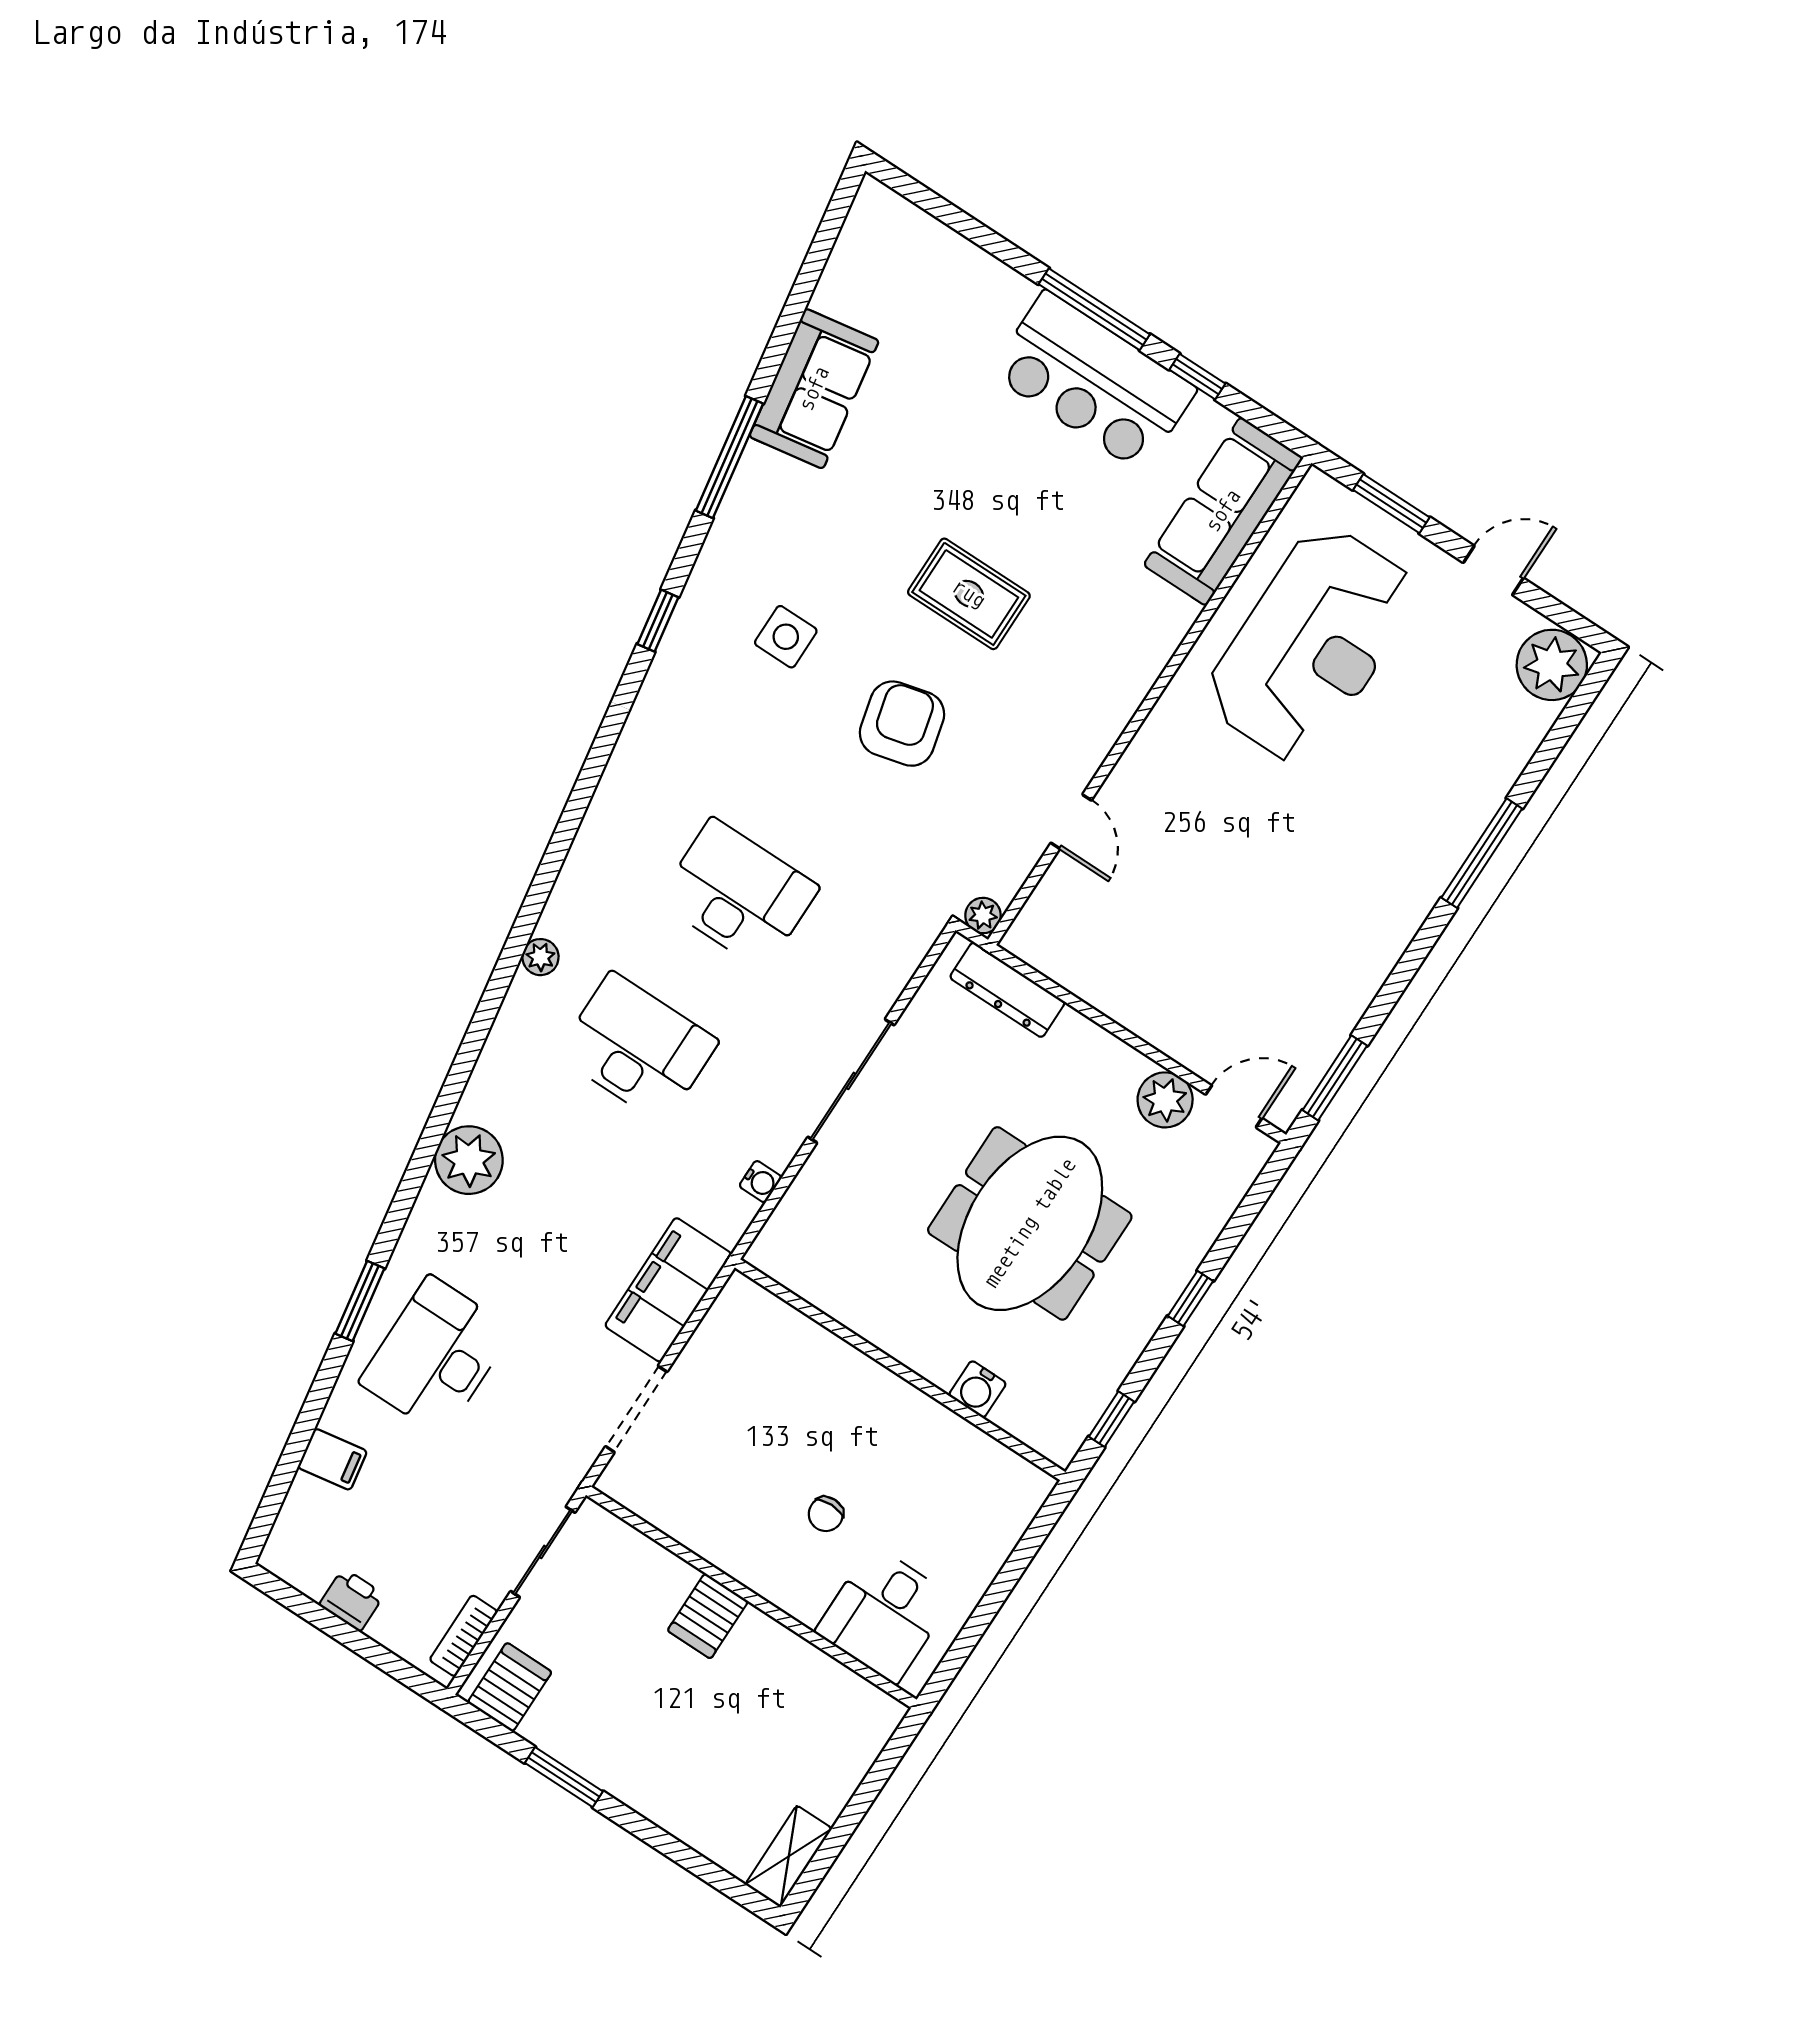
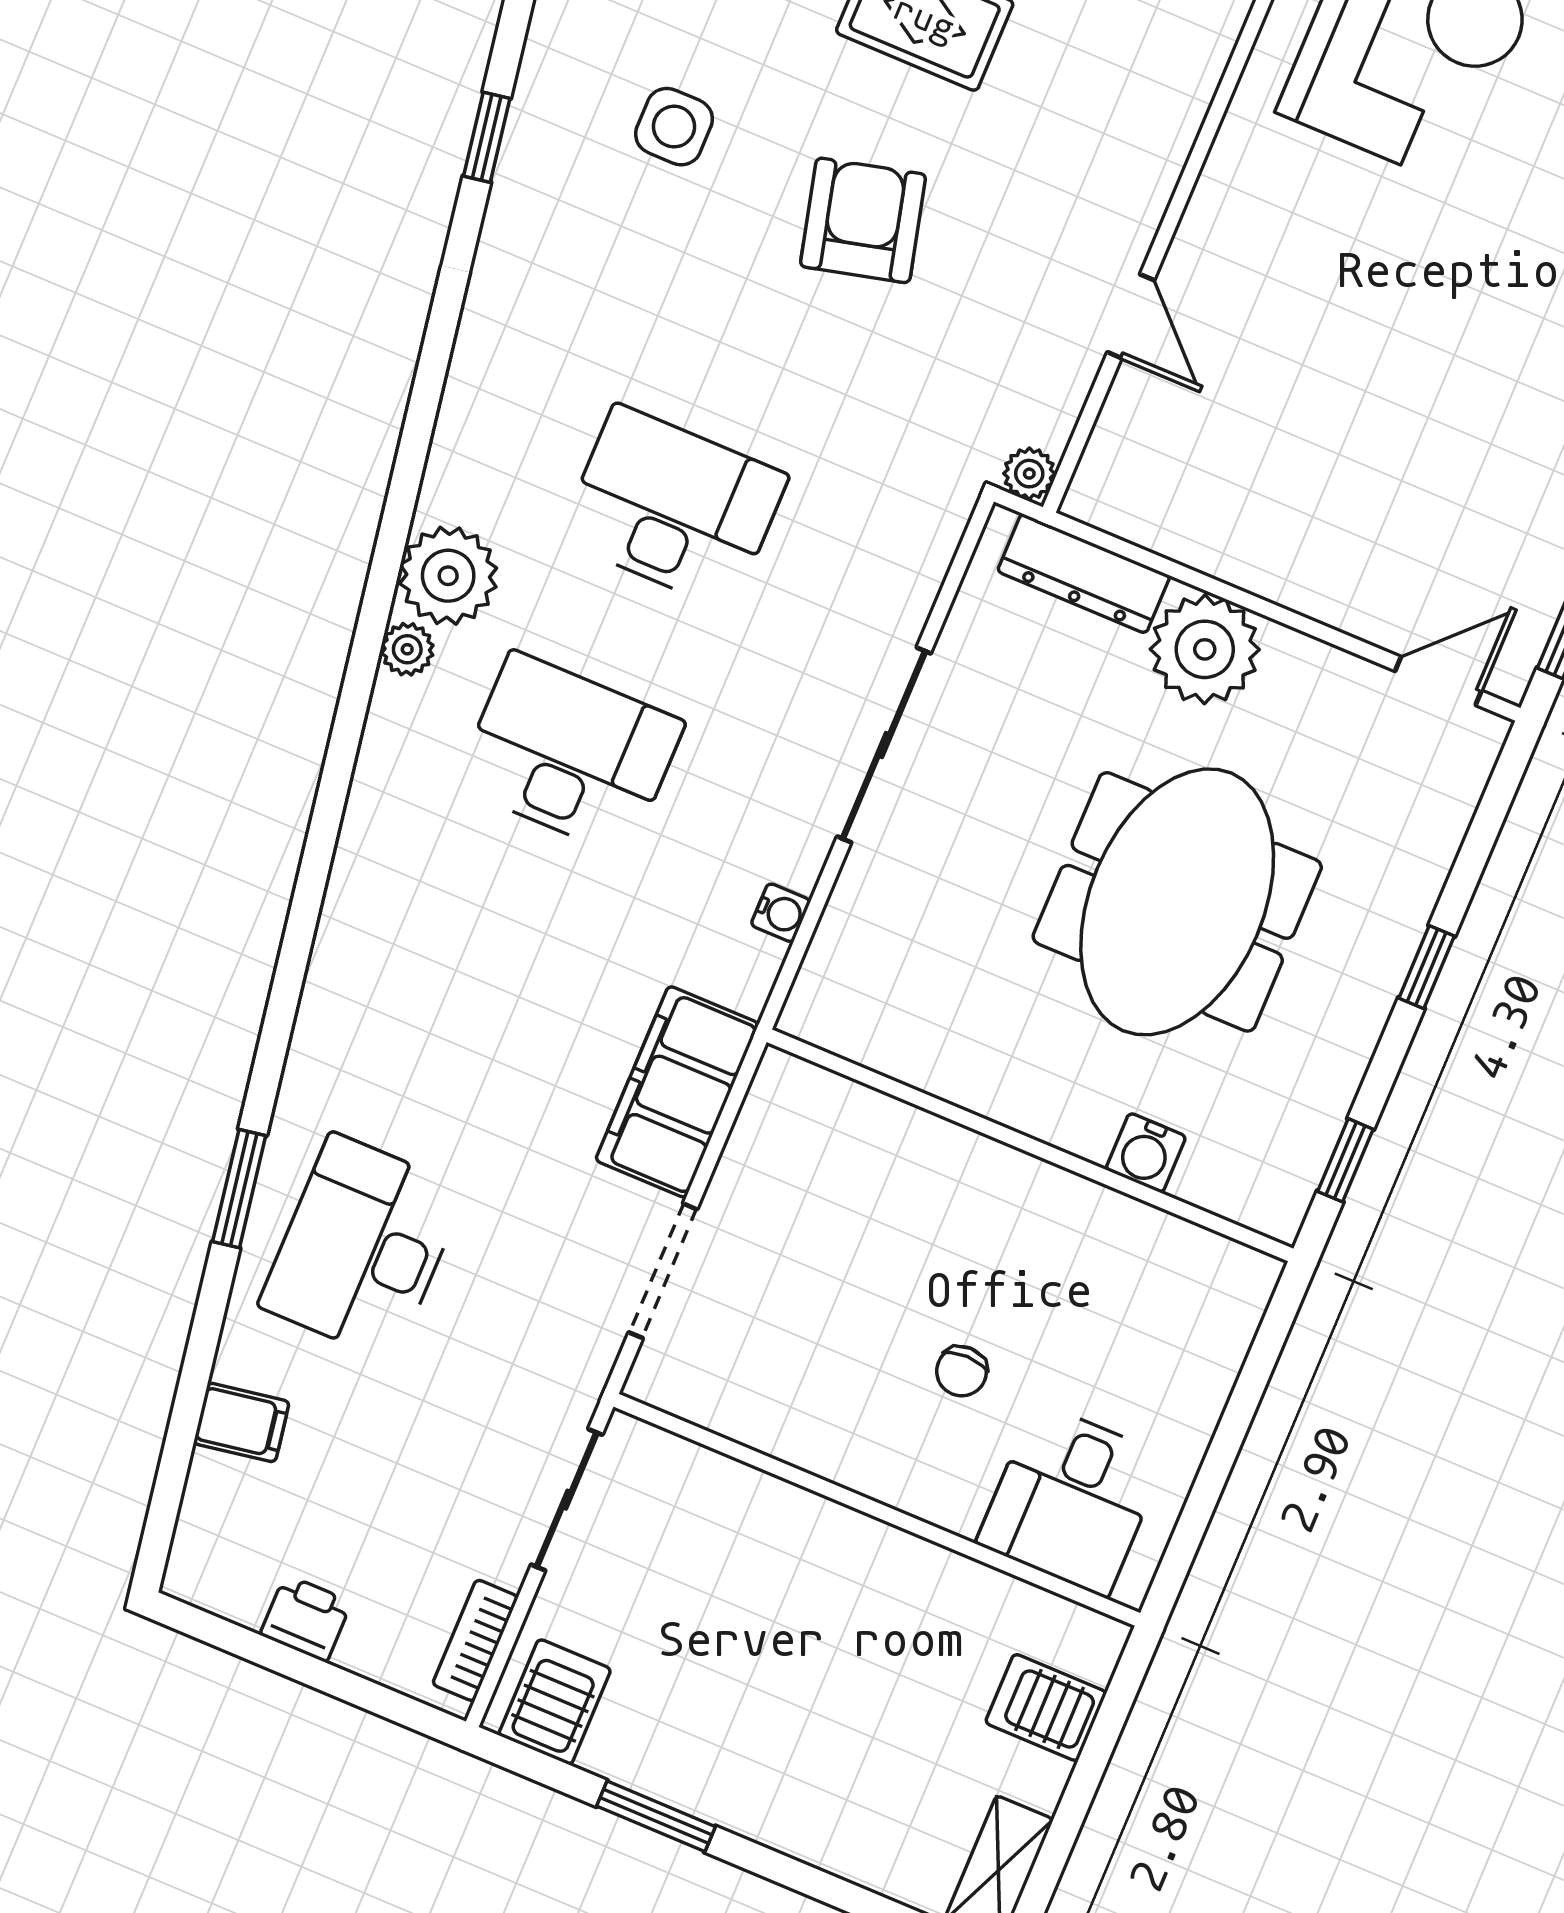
plant: (1165, 1100) -> (1205, 649), moved, width x1.36, depth x1.36
plant: (469, 1160) -> (448, 576), moved
server rack: (708, 1616) -> (1046, 1707), moved, turned 90

